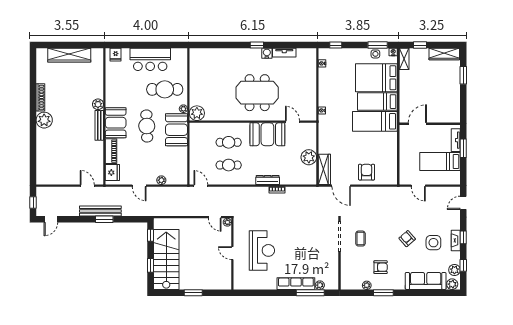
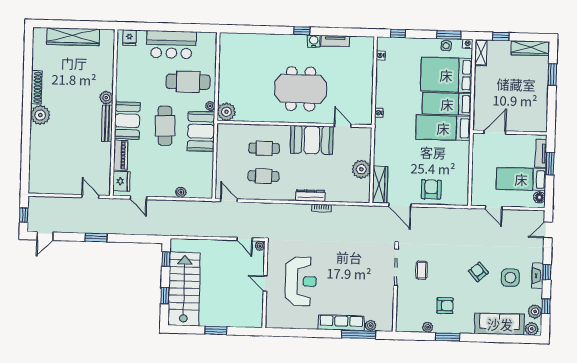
floor lamp: (455, 176) -> (539, 197), added
door: (139, 186) -> (138, 198), moved
bench: (100, 211) -> (106, 228), removed
window: (104, 219) -> (96, 238), moved

